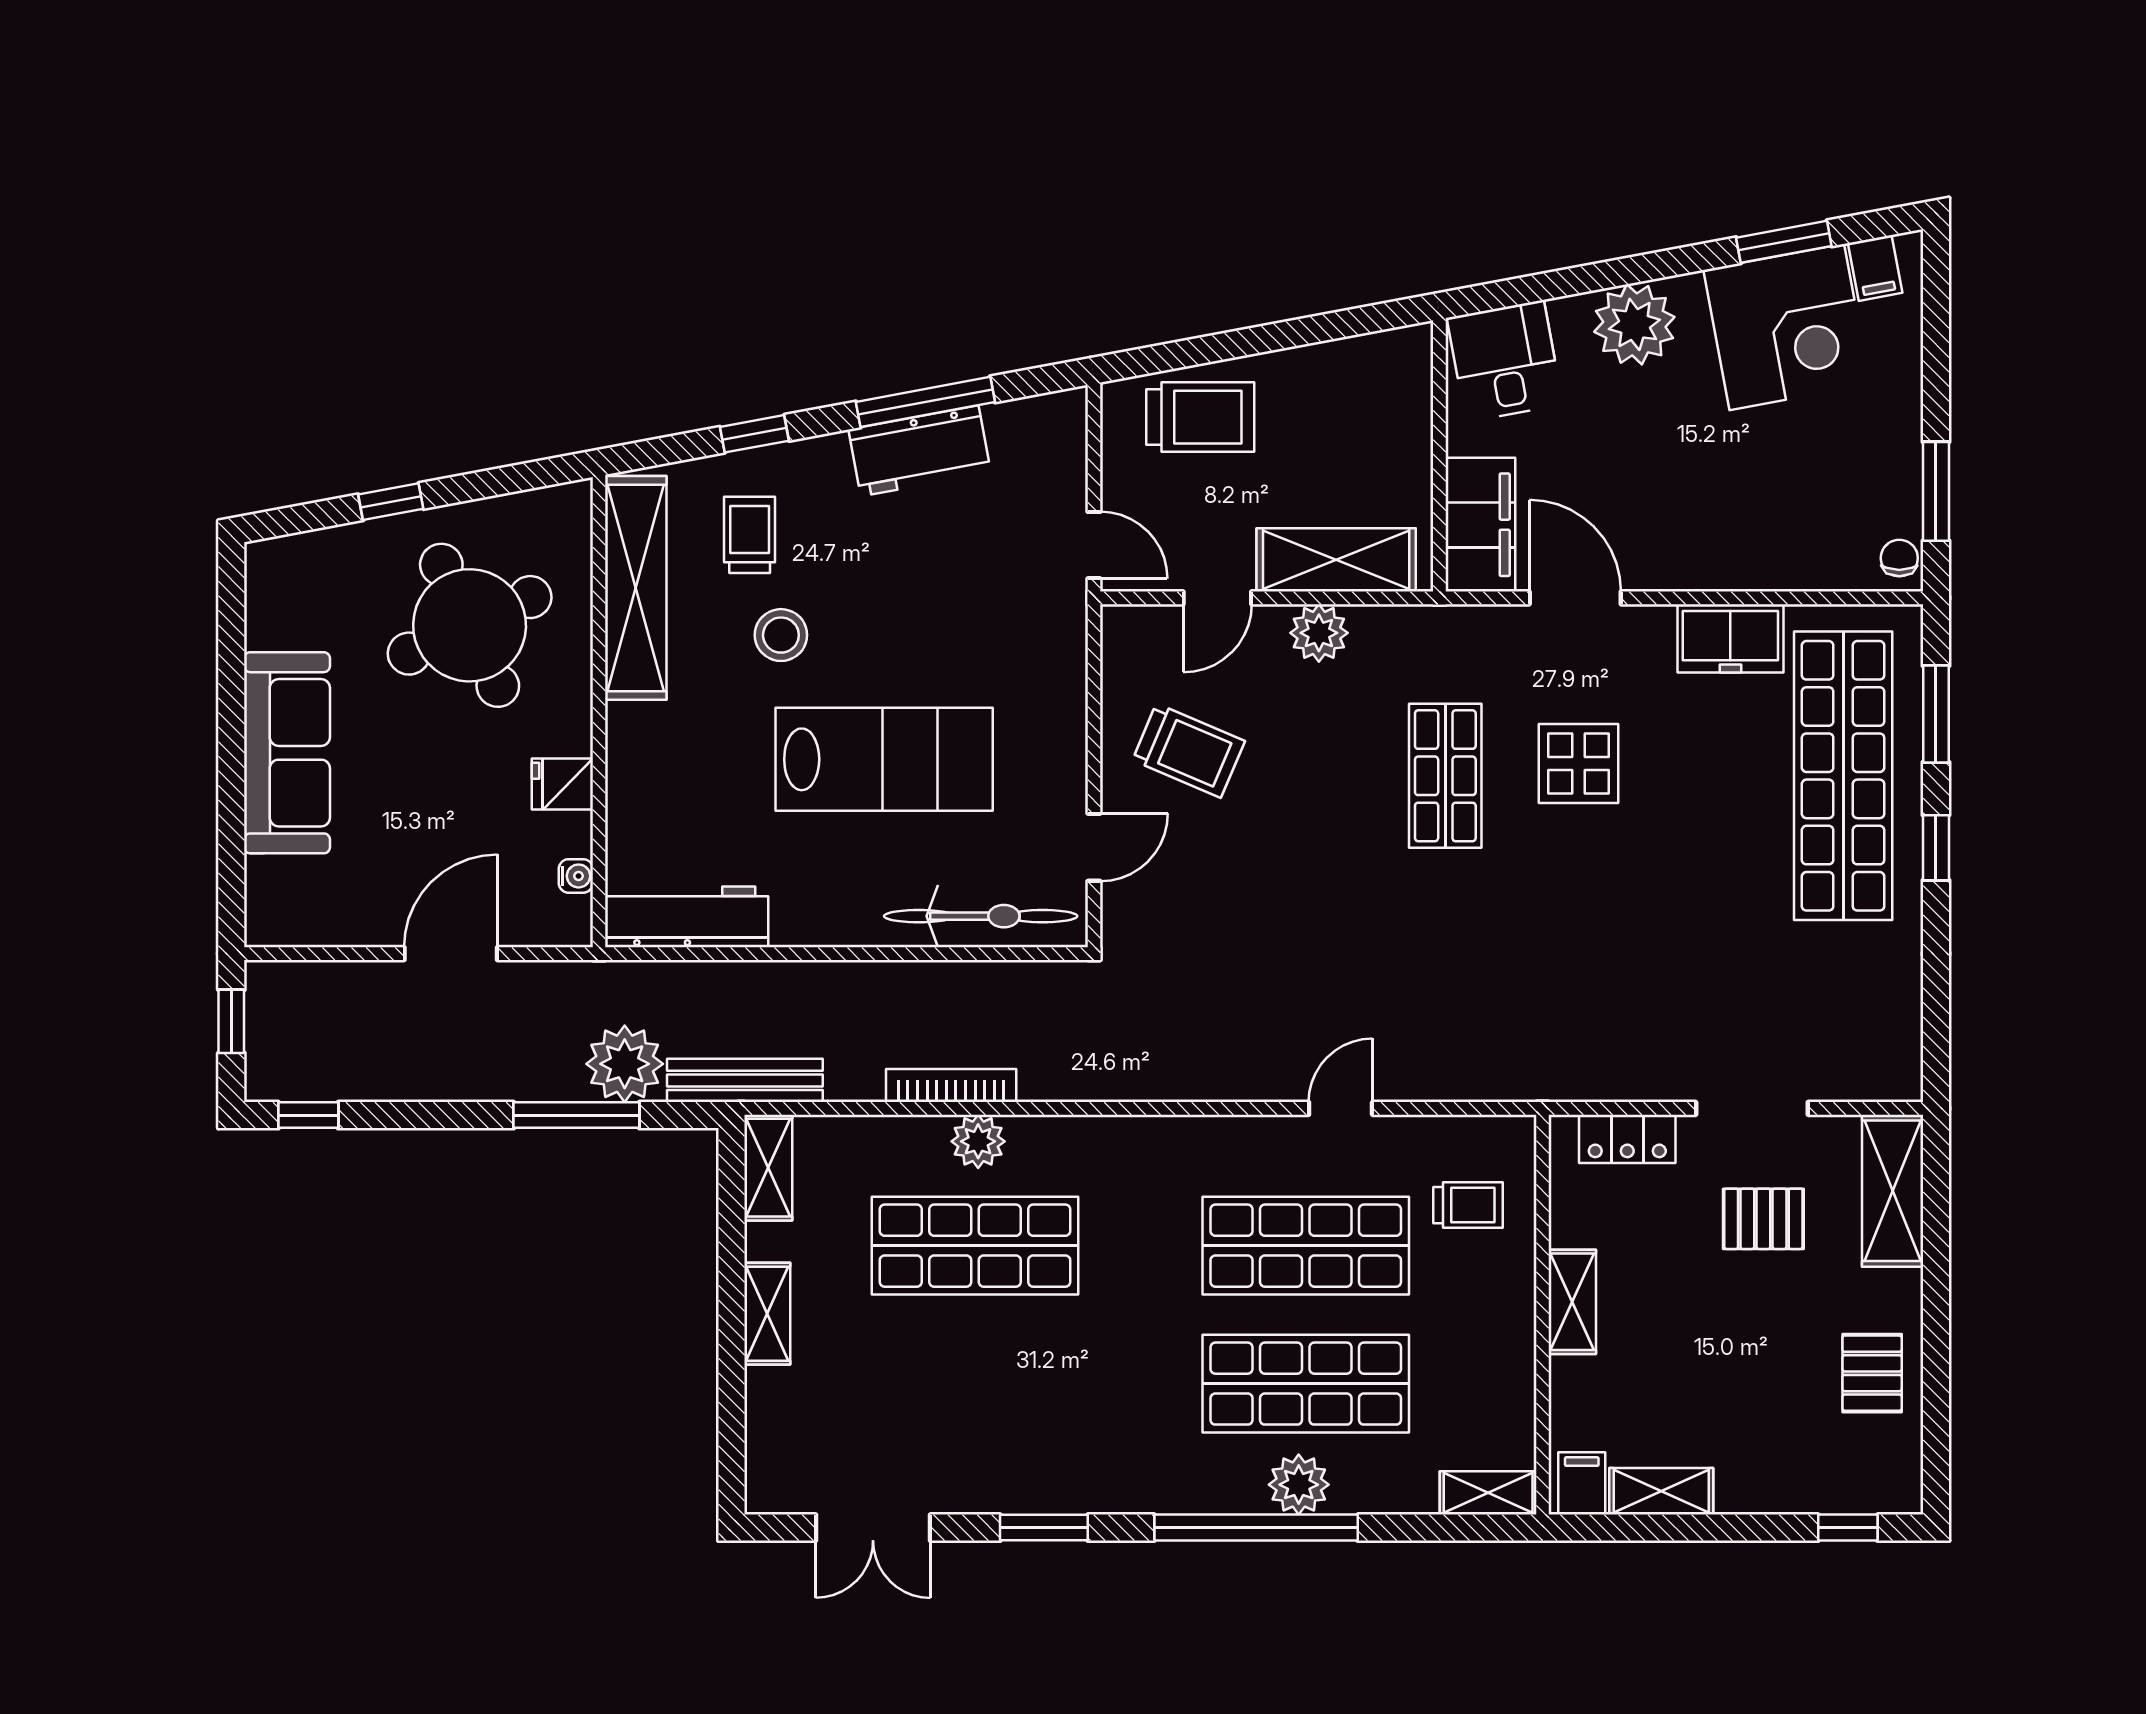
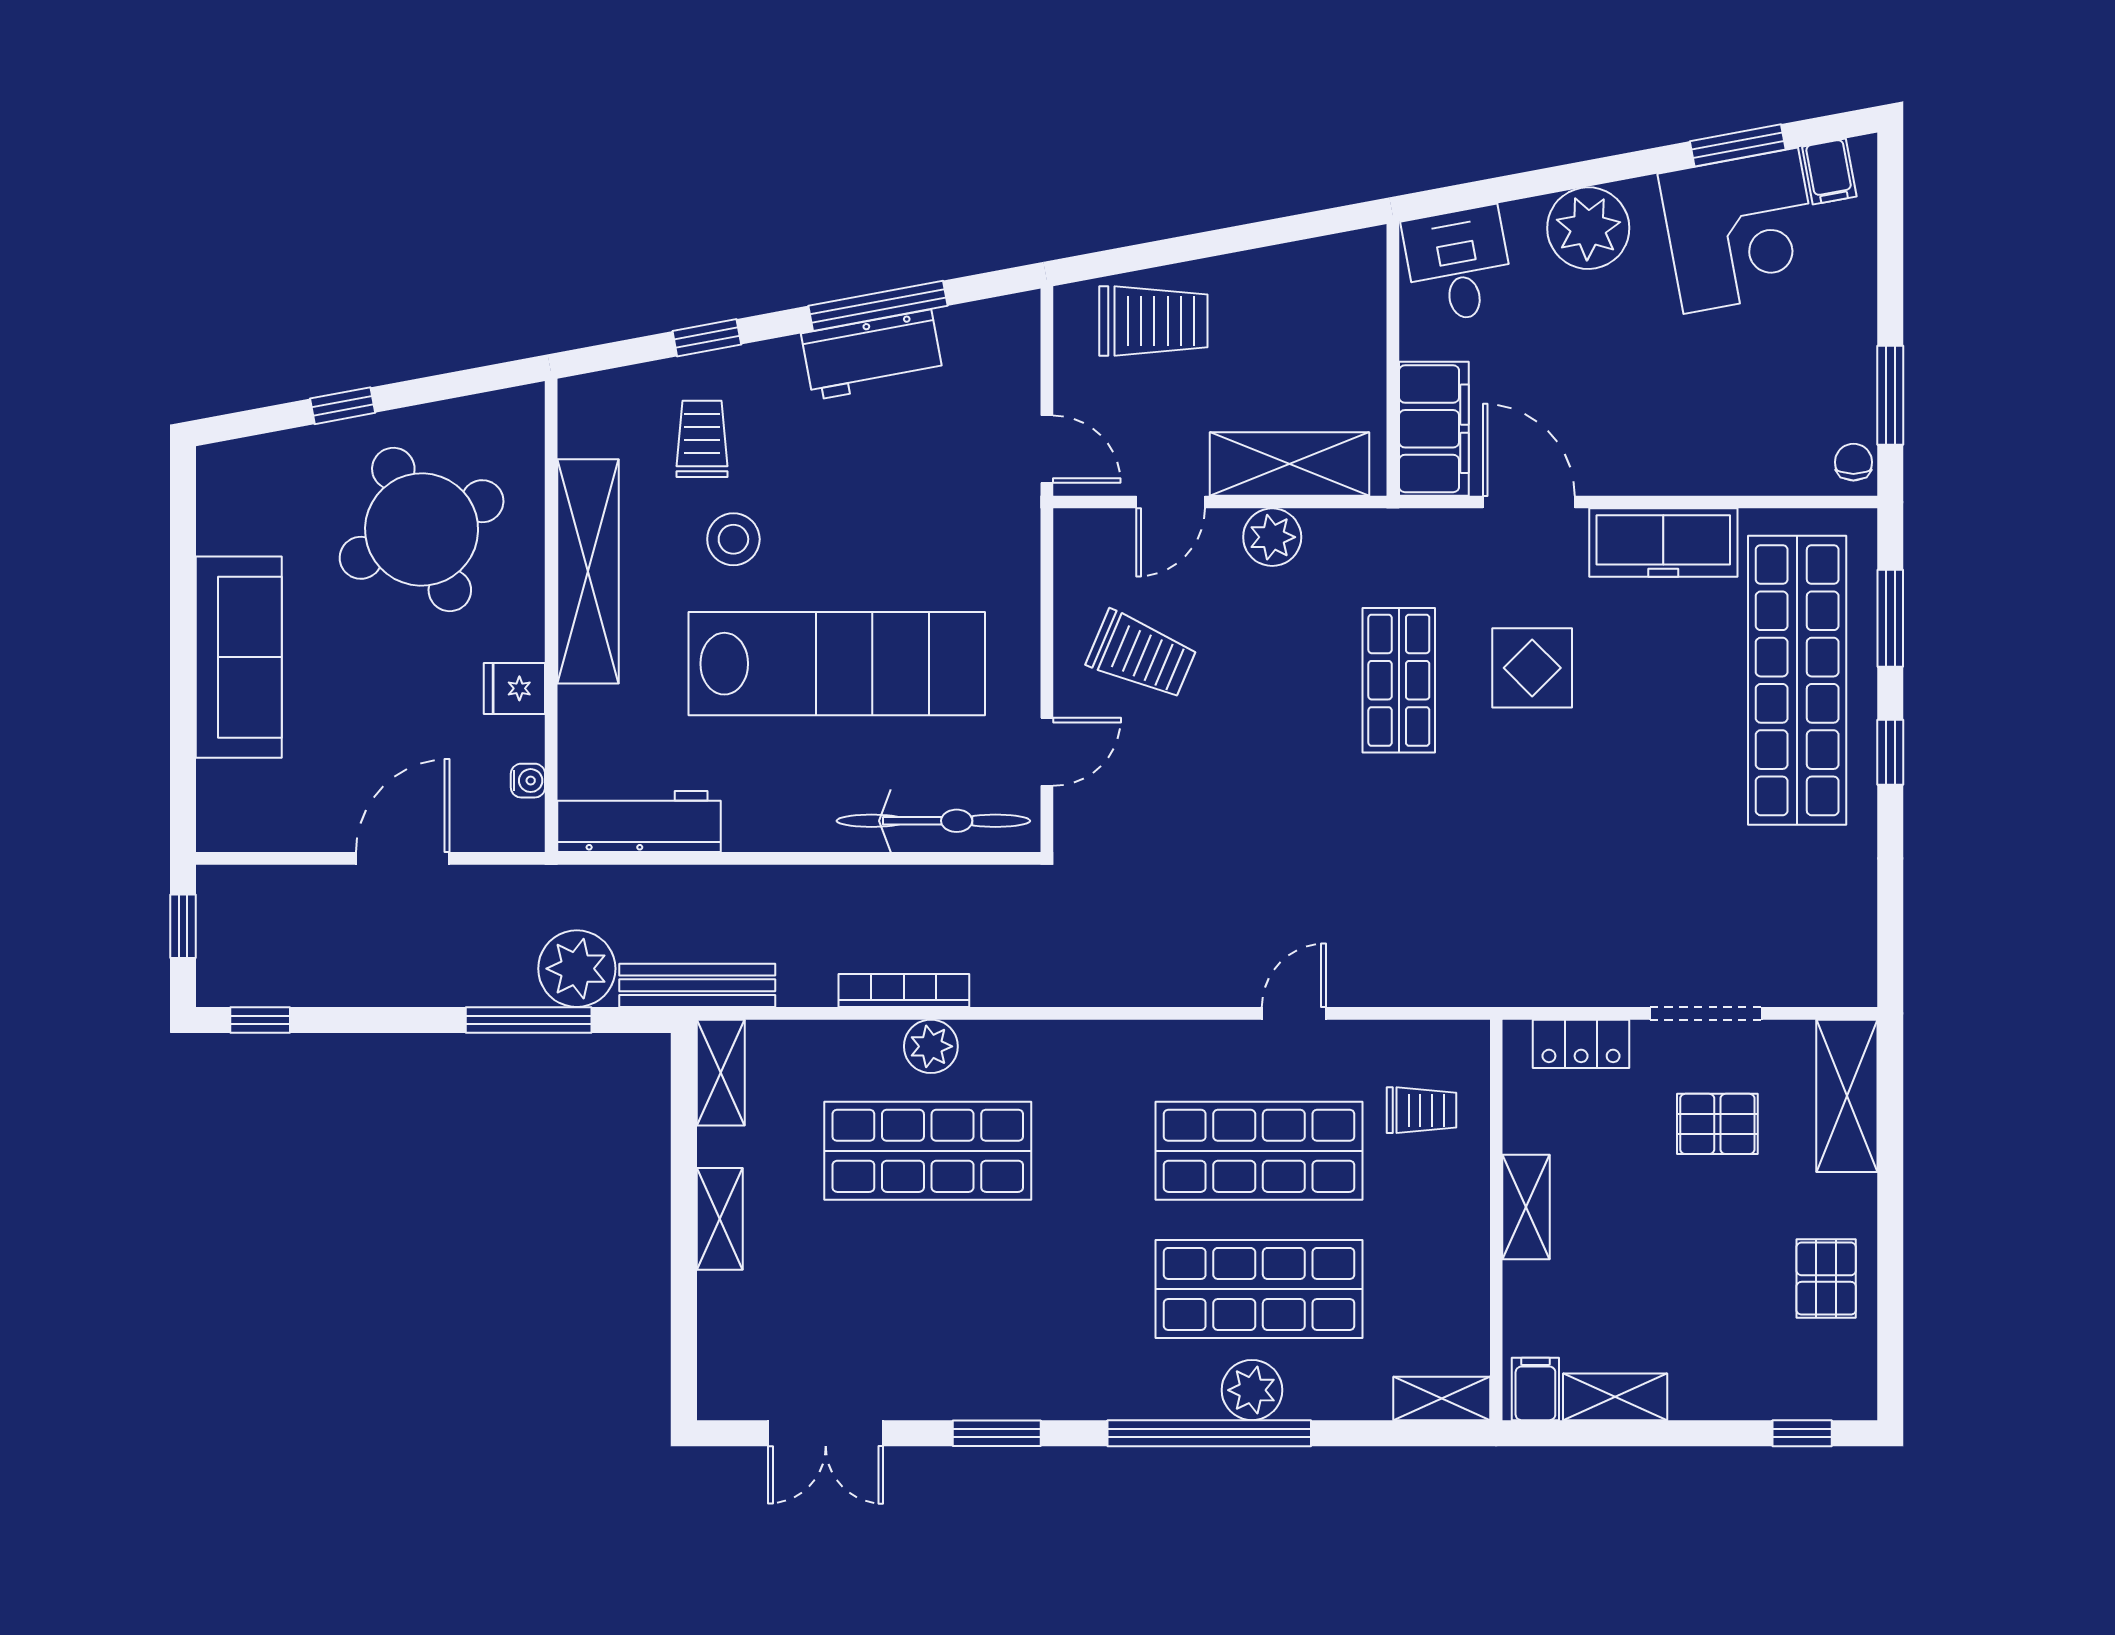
shelving: (636, 588) -> (588, 571), moved
freezer: (1730, 638) -> (1663, 543), width x1.40
lab bench: (884, 759) -> (837, 664), width x1.36

